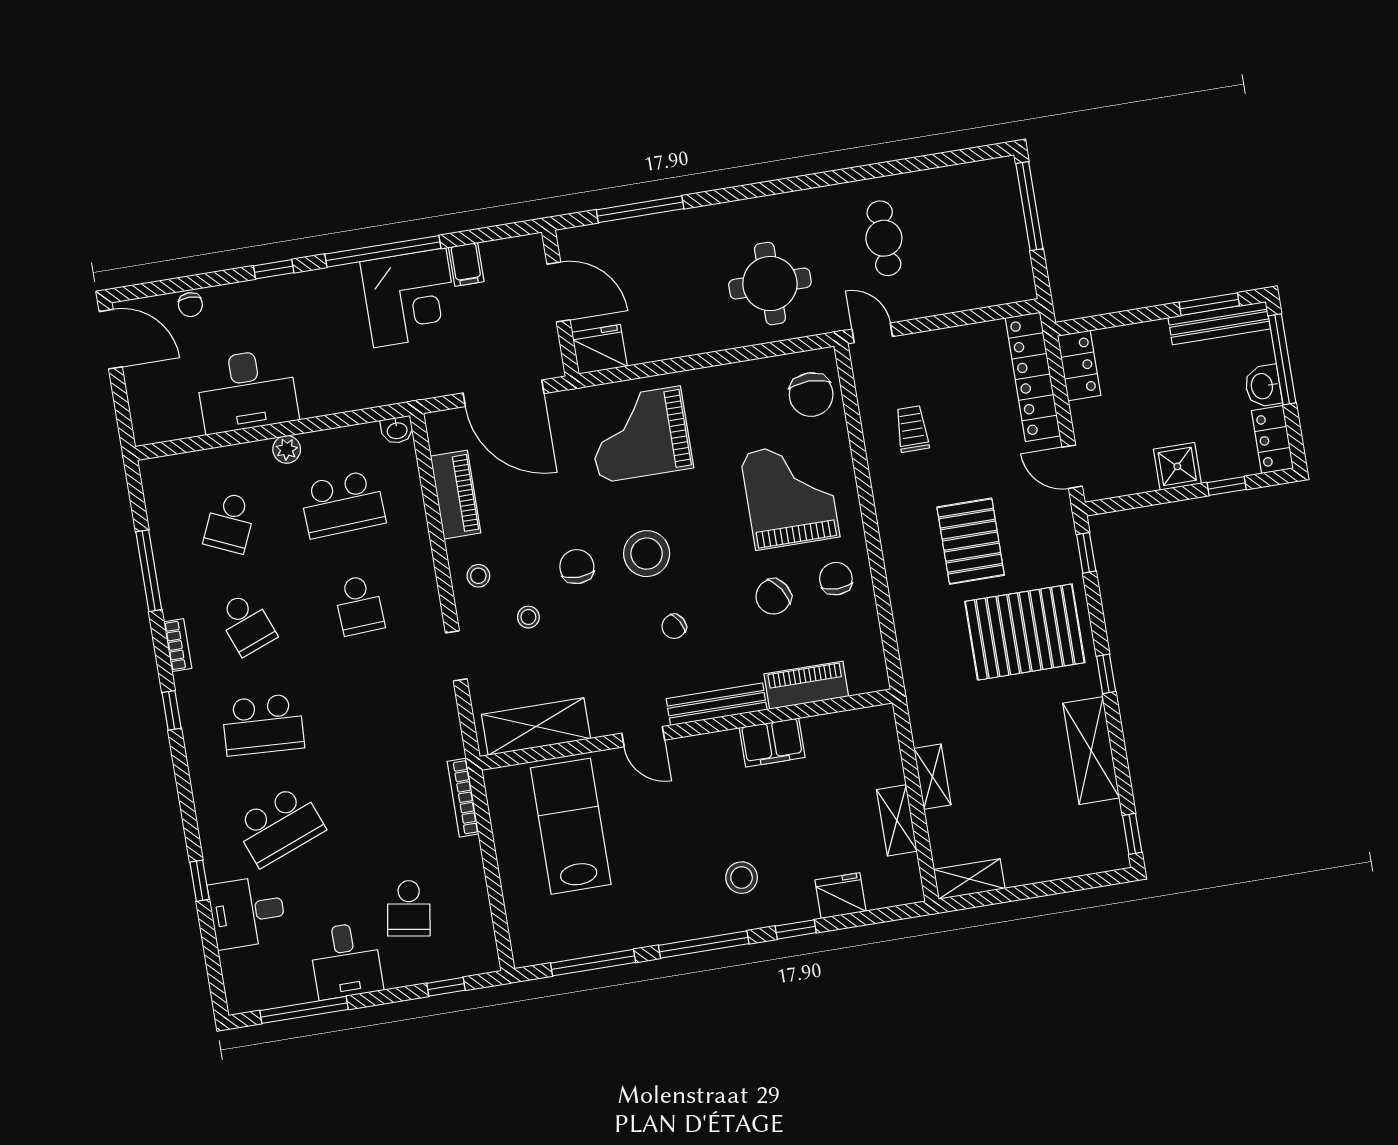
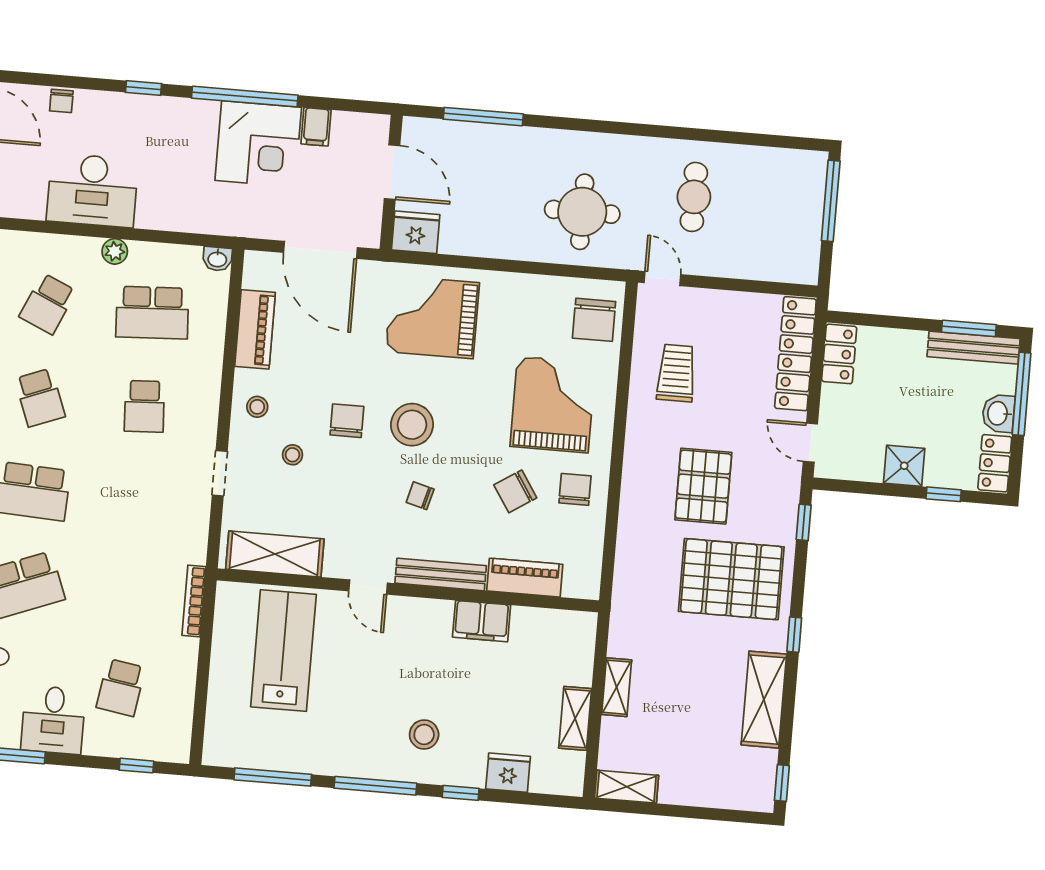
trolley: (912, 429) -> (676, 373), width x1.36, depth x1.39
chair: (674, 626) -> (420, 496), turned 45

